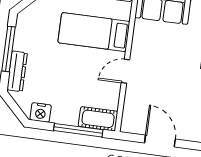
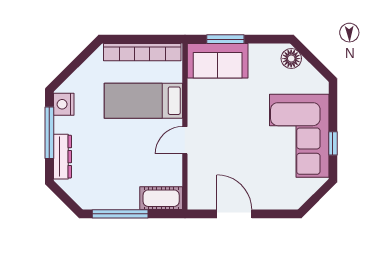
nightstand: (41, 112) -> (64, 104), moved, turned 90
window: (78, 130) -> (120, 214), moved

